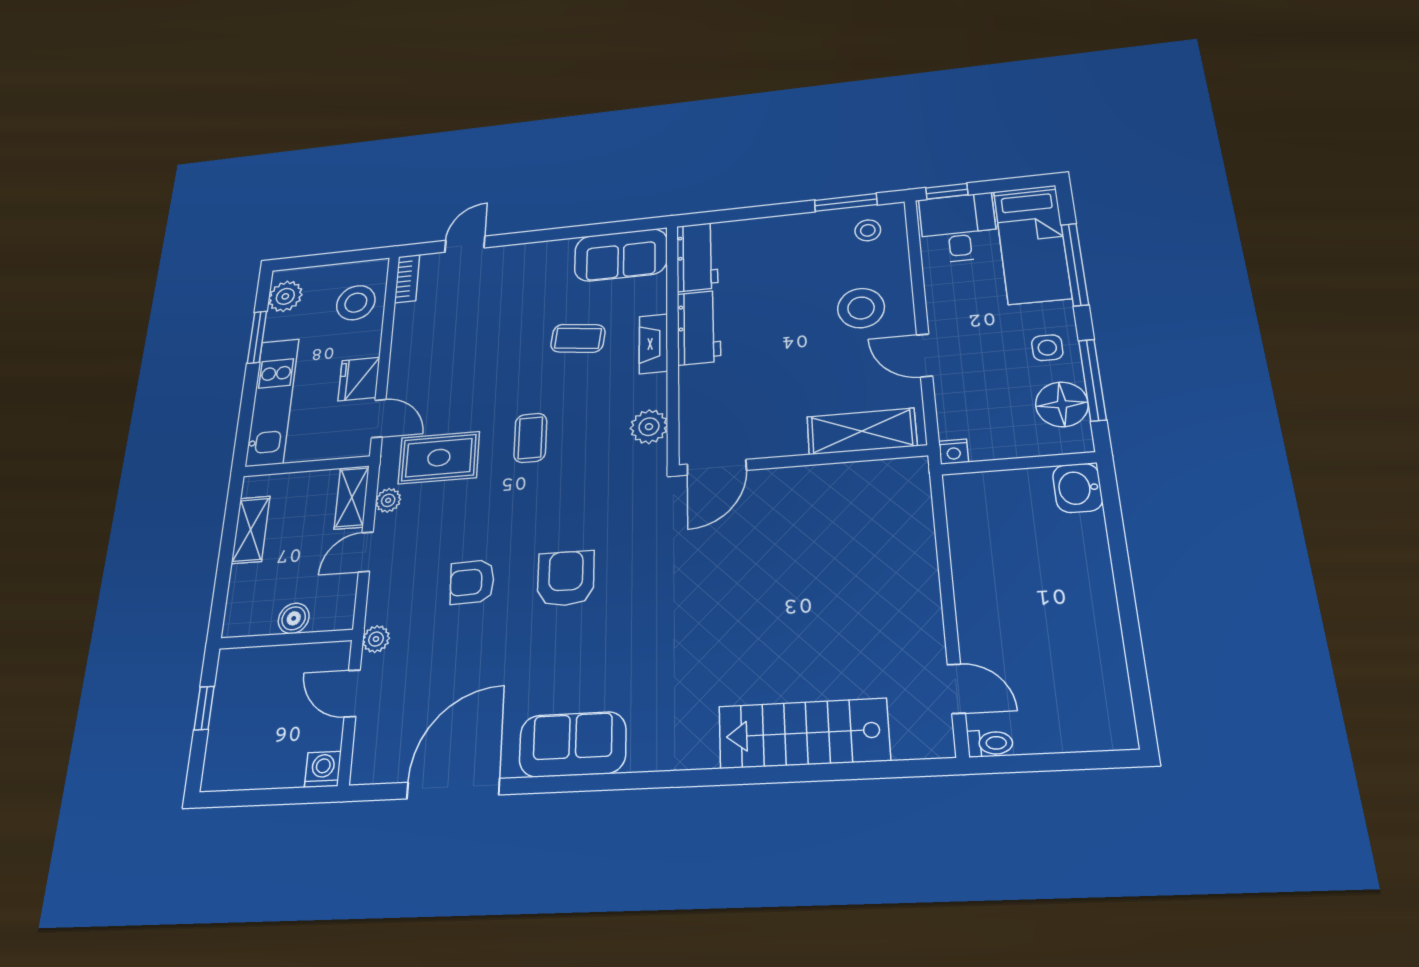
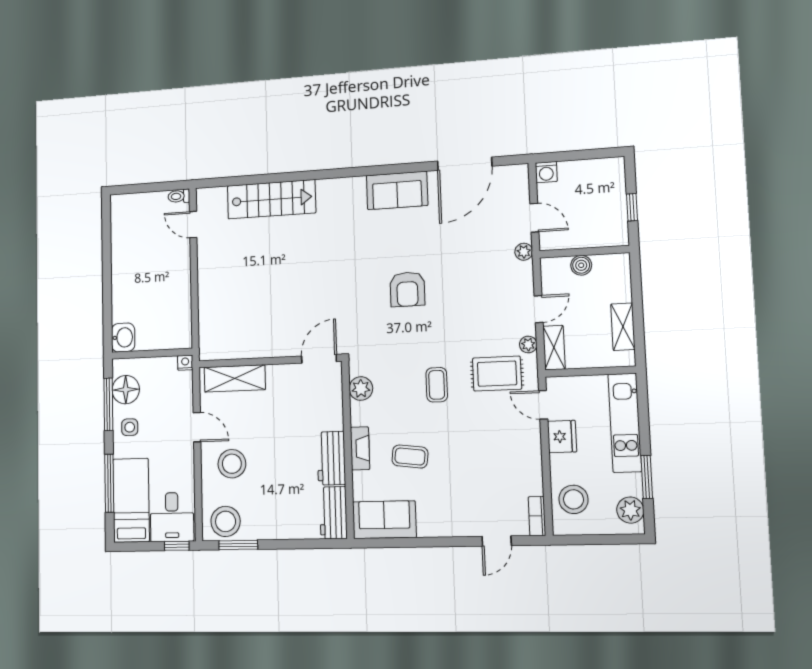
stool: (868, 230) -> (226, 521), width x1.89, depth x1.89
armchair: (472, 582) -> (466, 288), removed

